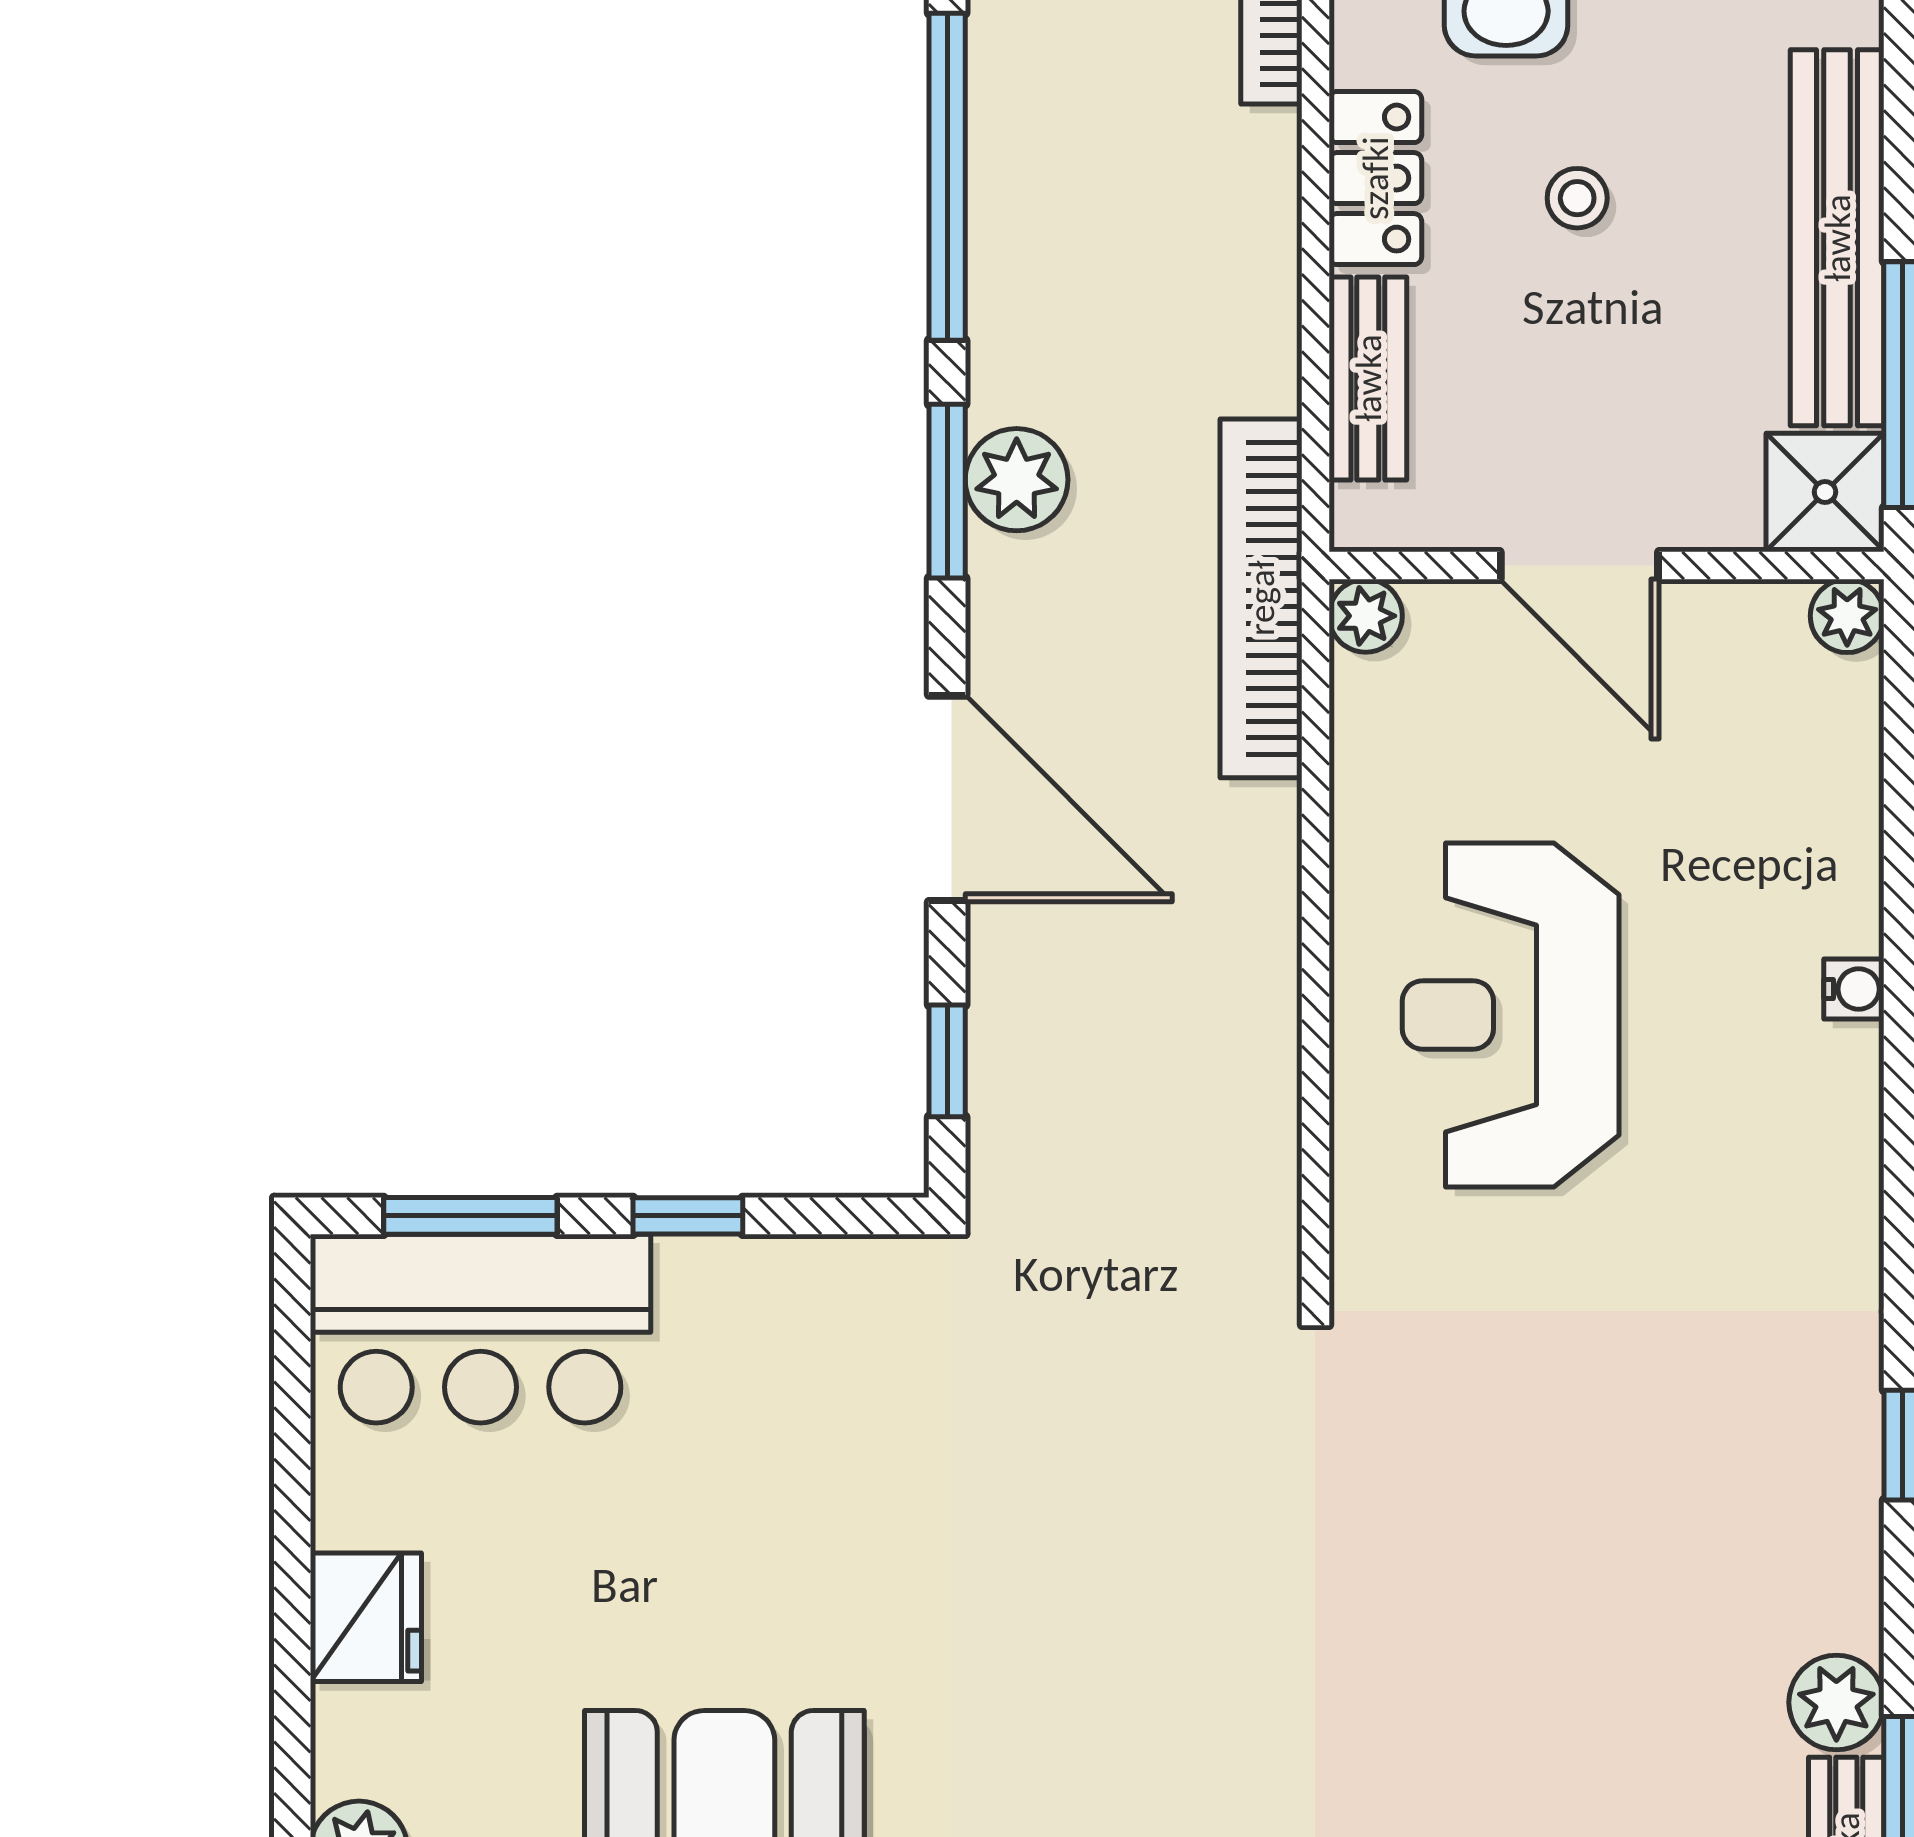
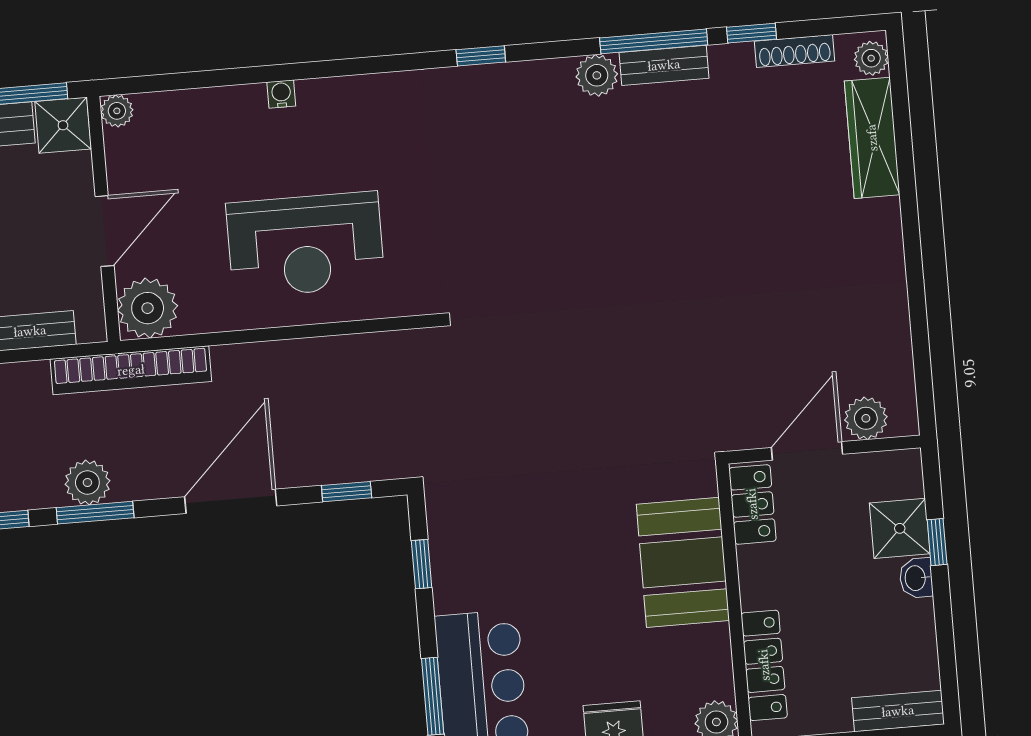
plant: (1366, 616) -> (148, 308), width x1.87, depth x1.87
window: (688, 1216) -> (422, 564), moved

